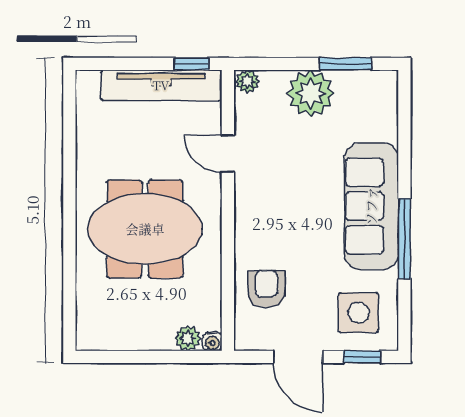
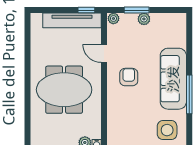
window: (346, 64) -> (137, 10), moved
plant: (311, 93) -> (144, 19), width x0.53, depth x0.53
armchair: (266, 289) -> (129, 77), moved

